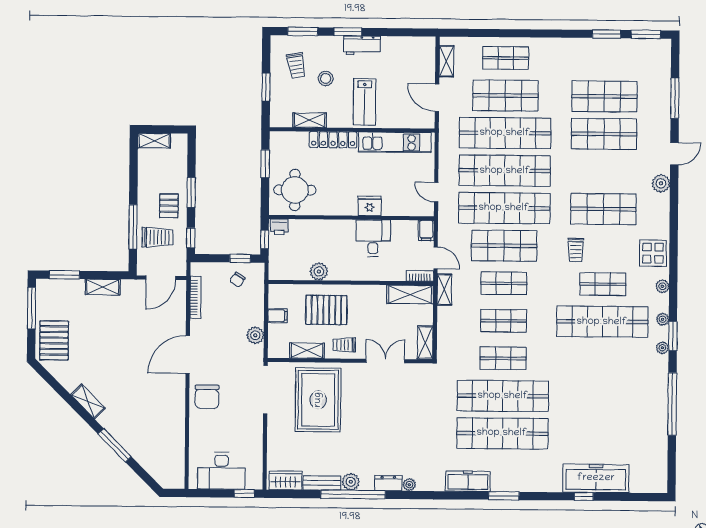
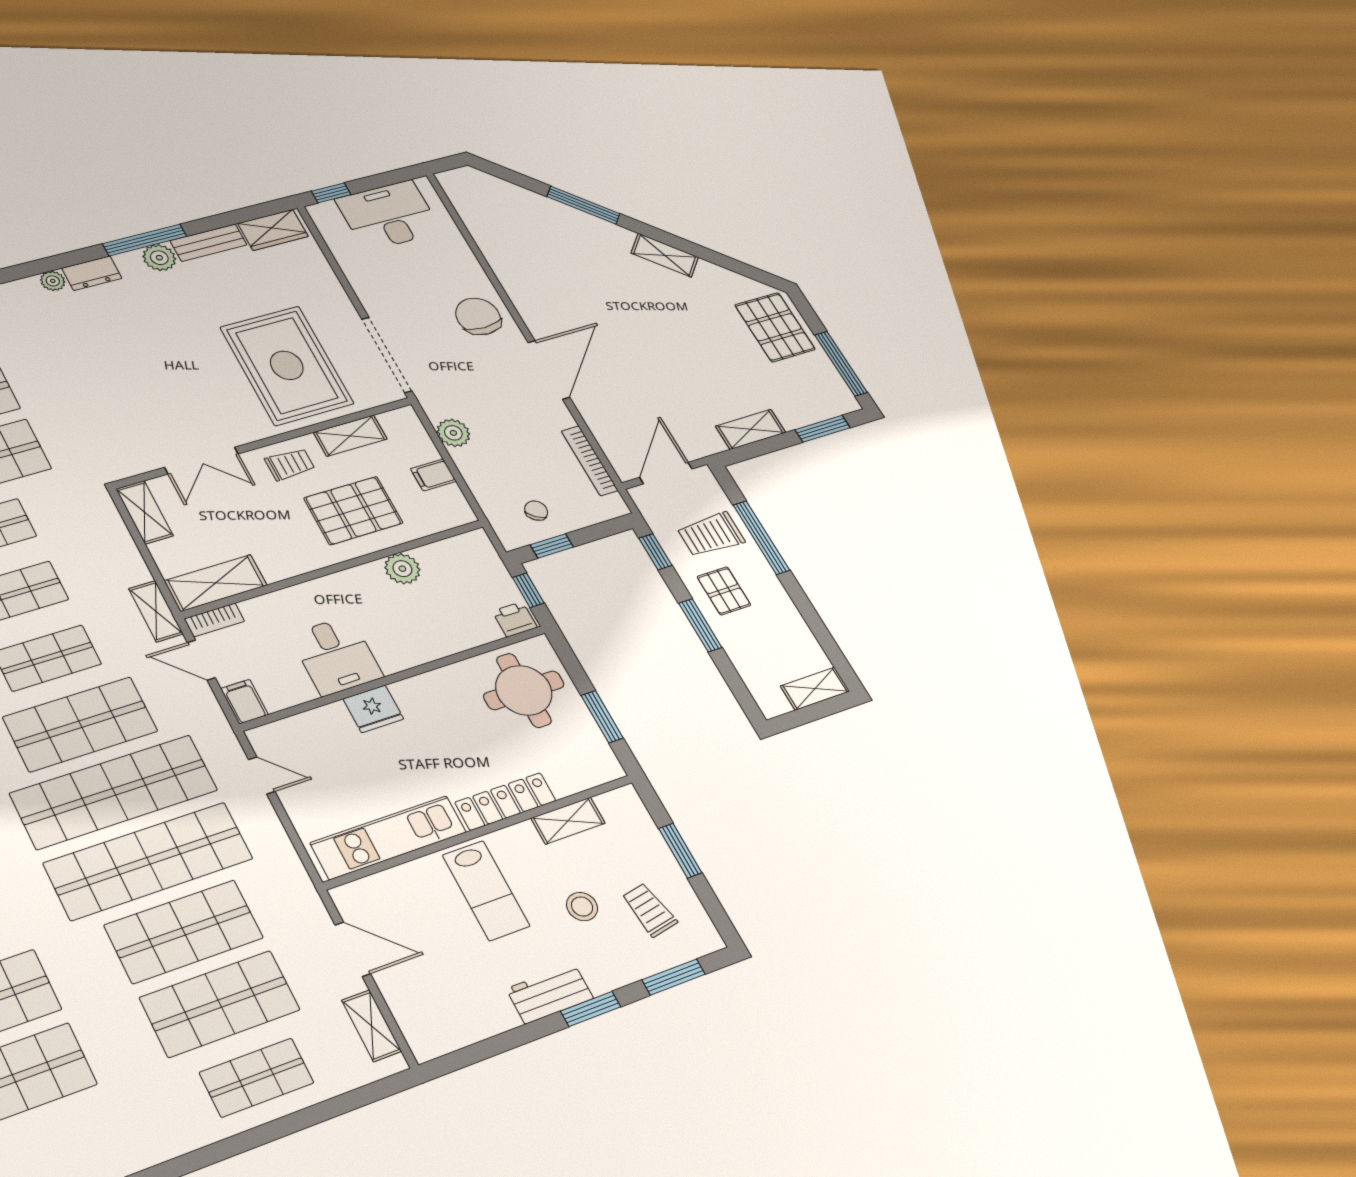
lab bench: (365, 102) -> (486, 891), turned 180
shop shelf: (505, 133) -> (184, 931), width x0.71
window: (353, 495) -> (145, 240), width x0.68

